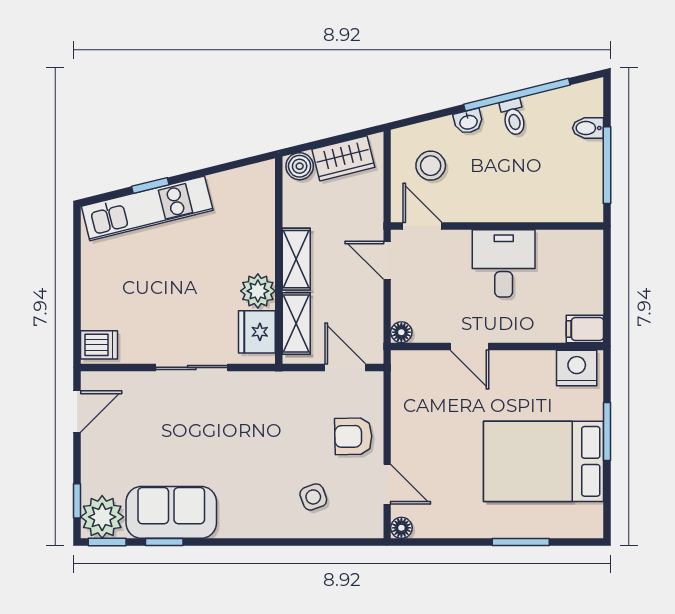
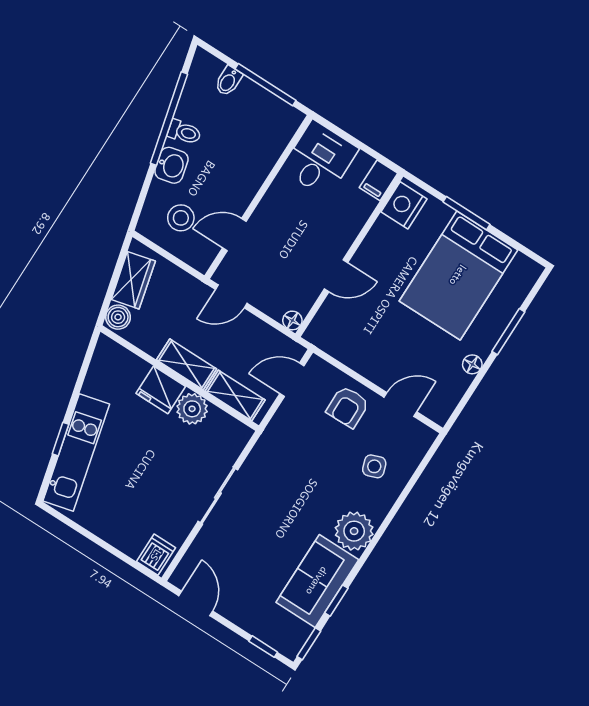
washbasin: (468, 122) -> (171, 165), width x1.38, depth x1.45
door: (422, 226) -> (234, 235), moved
desk: (504, 263) -> (320, 159), moved, turned 90
fridge: (257, 332) -> (161, 390), moved
plant: (102, 517) -> (354, 531), moved
floor lamp: (401, 528) -> (472, 364), moved

